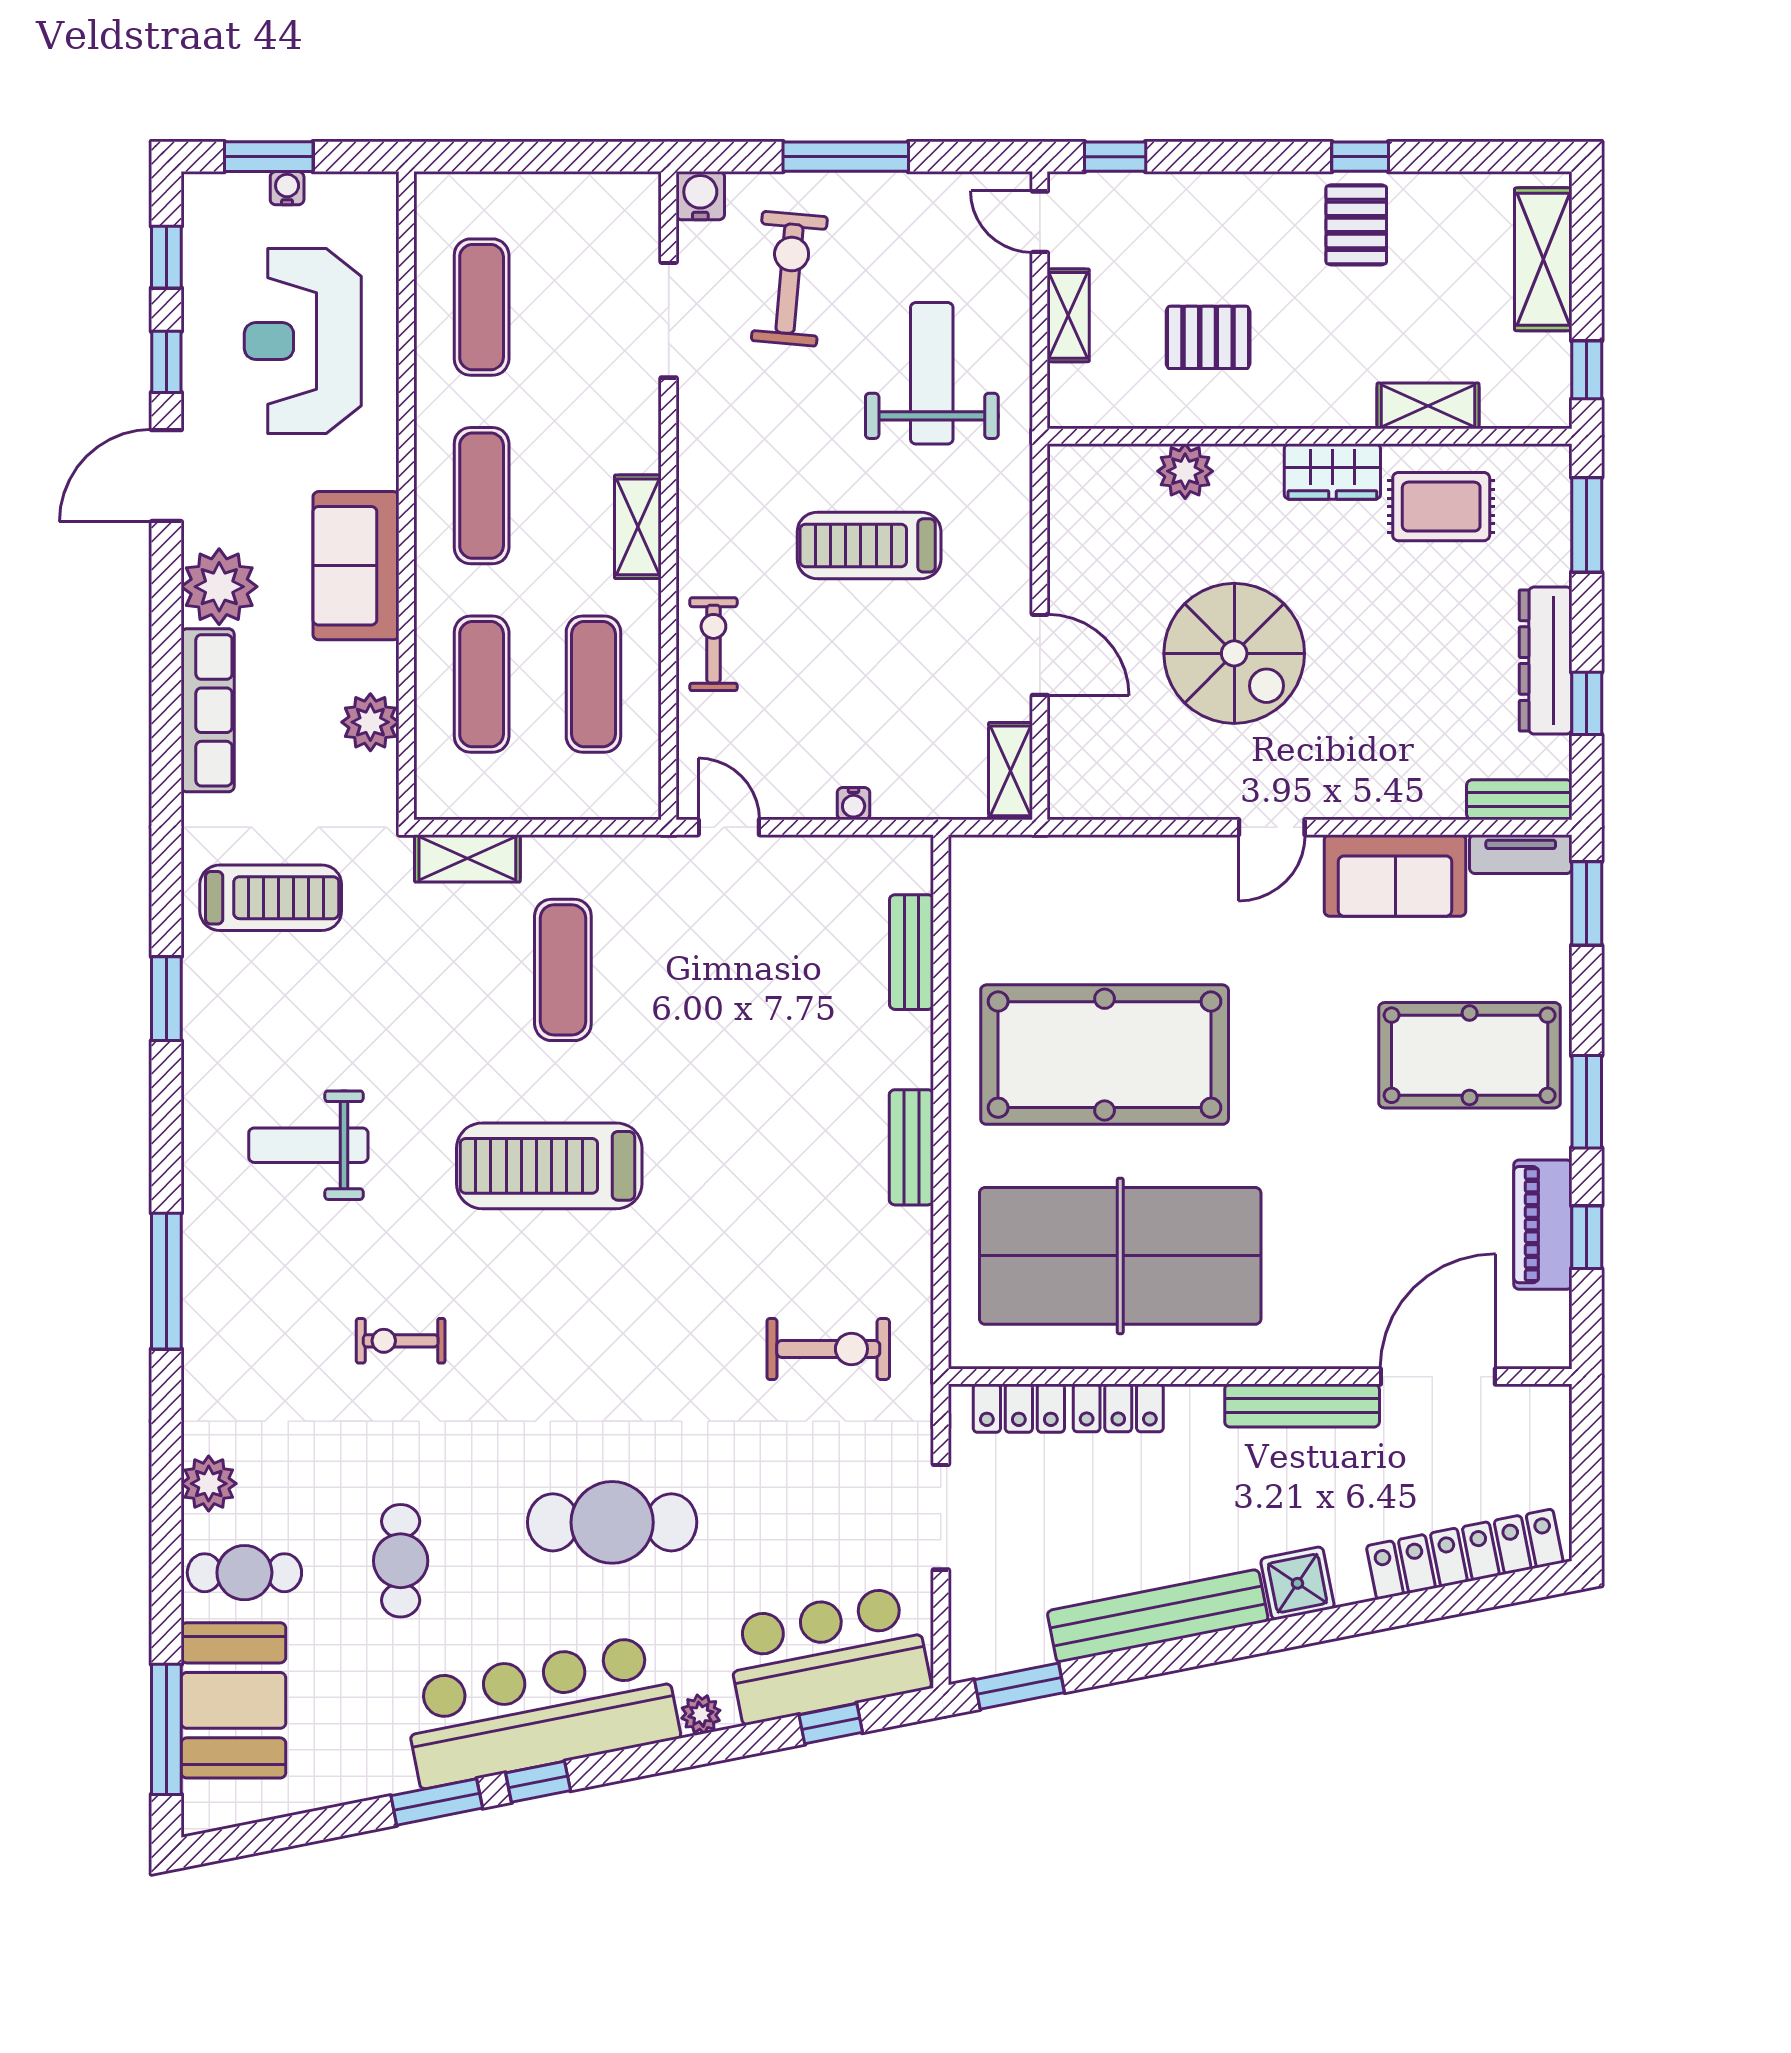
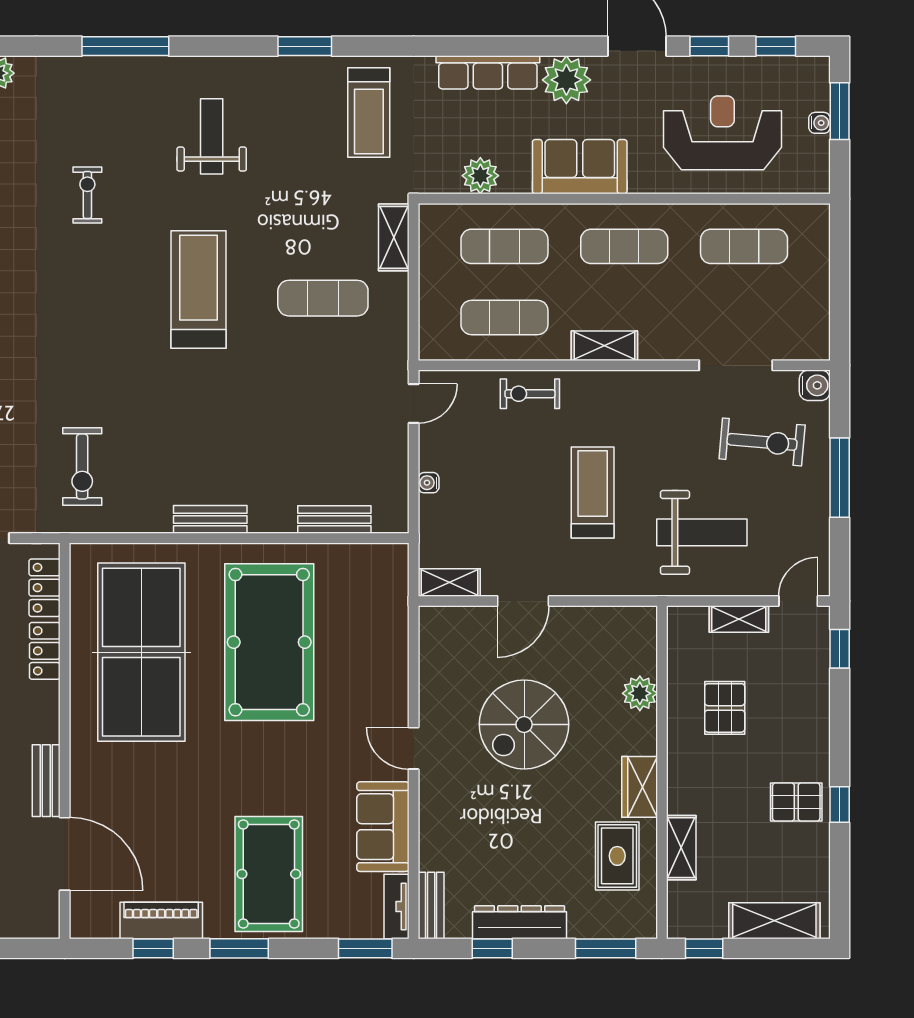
exercise bike: (713, 644) -> (530, 394), turned 180
bench: (1302, 1406) -> (46, 781), width x0.73

